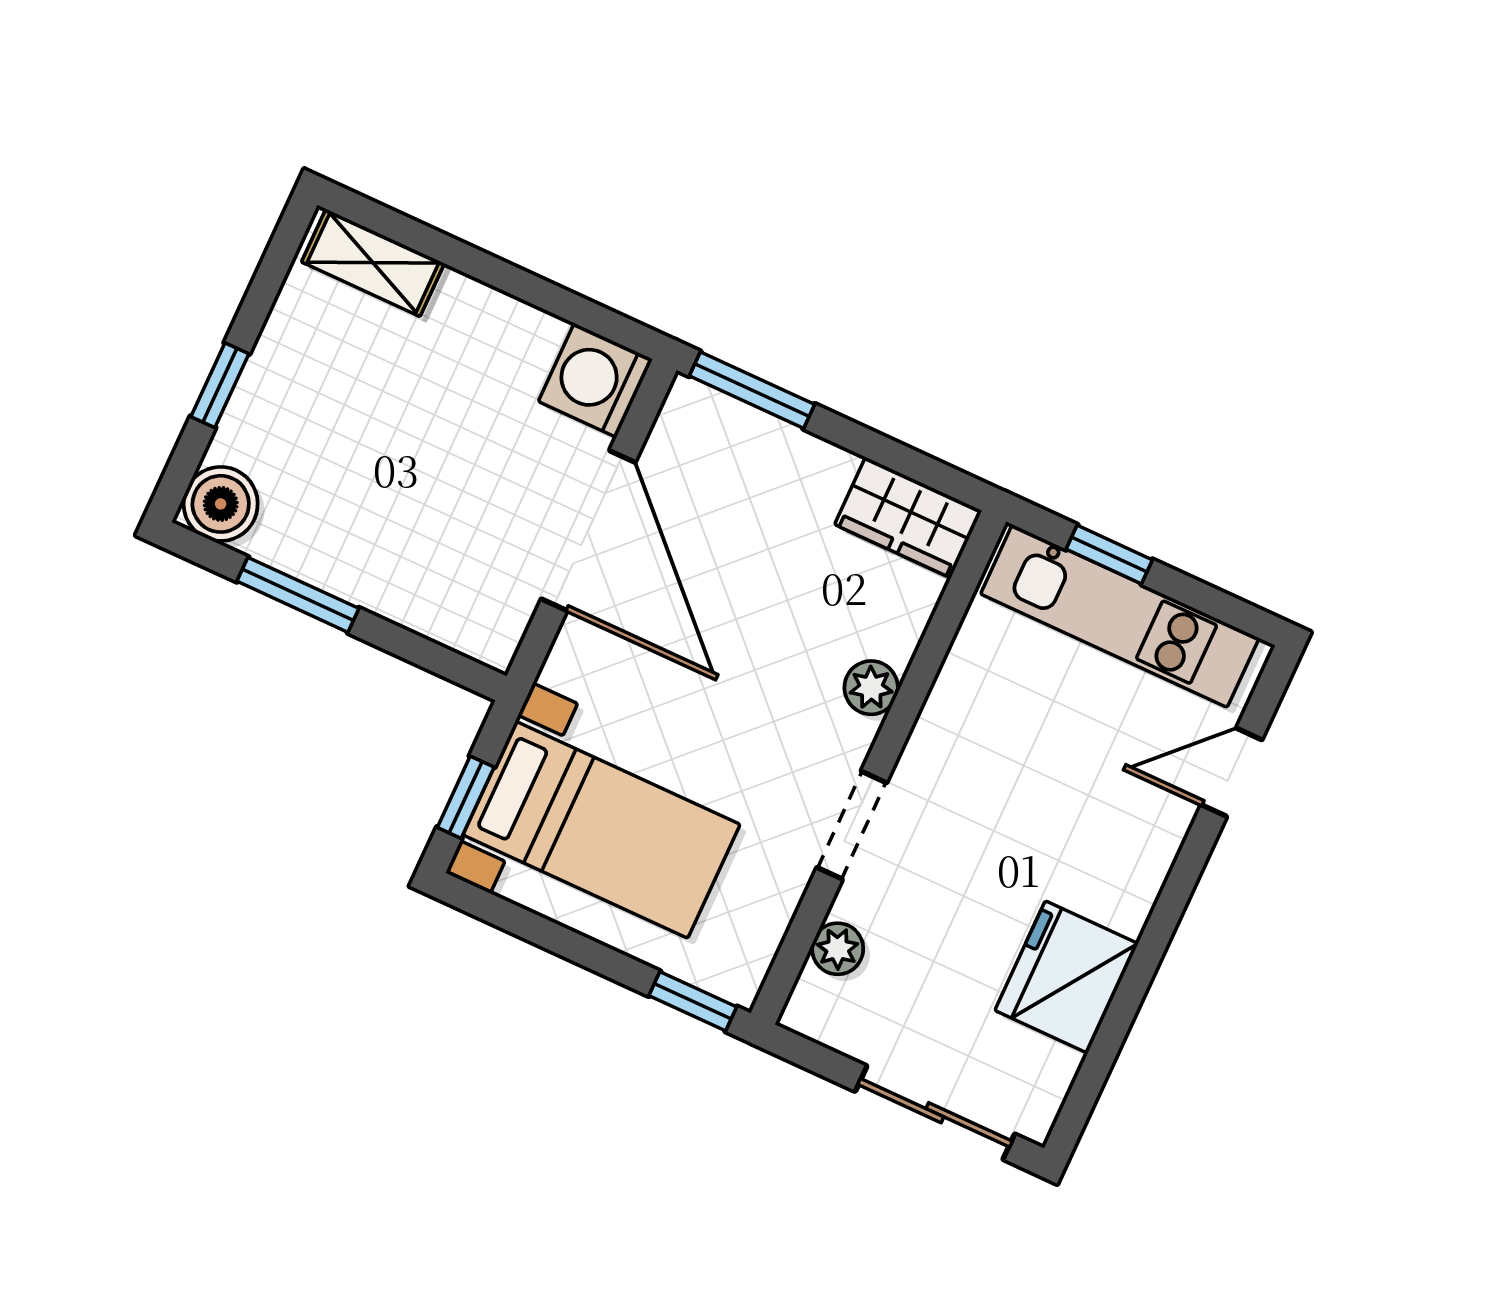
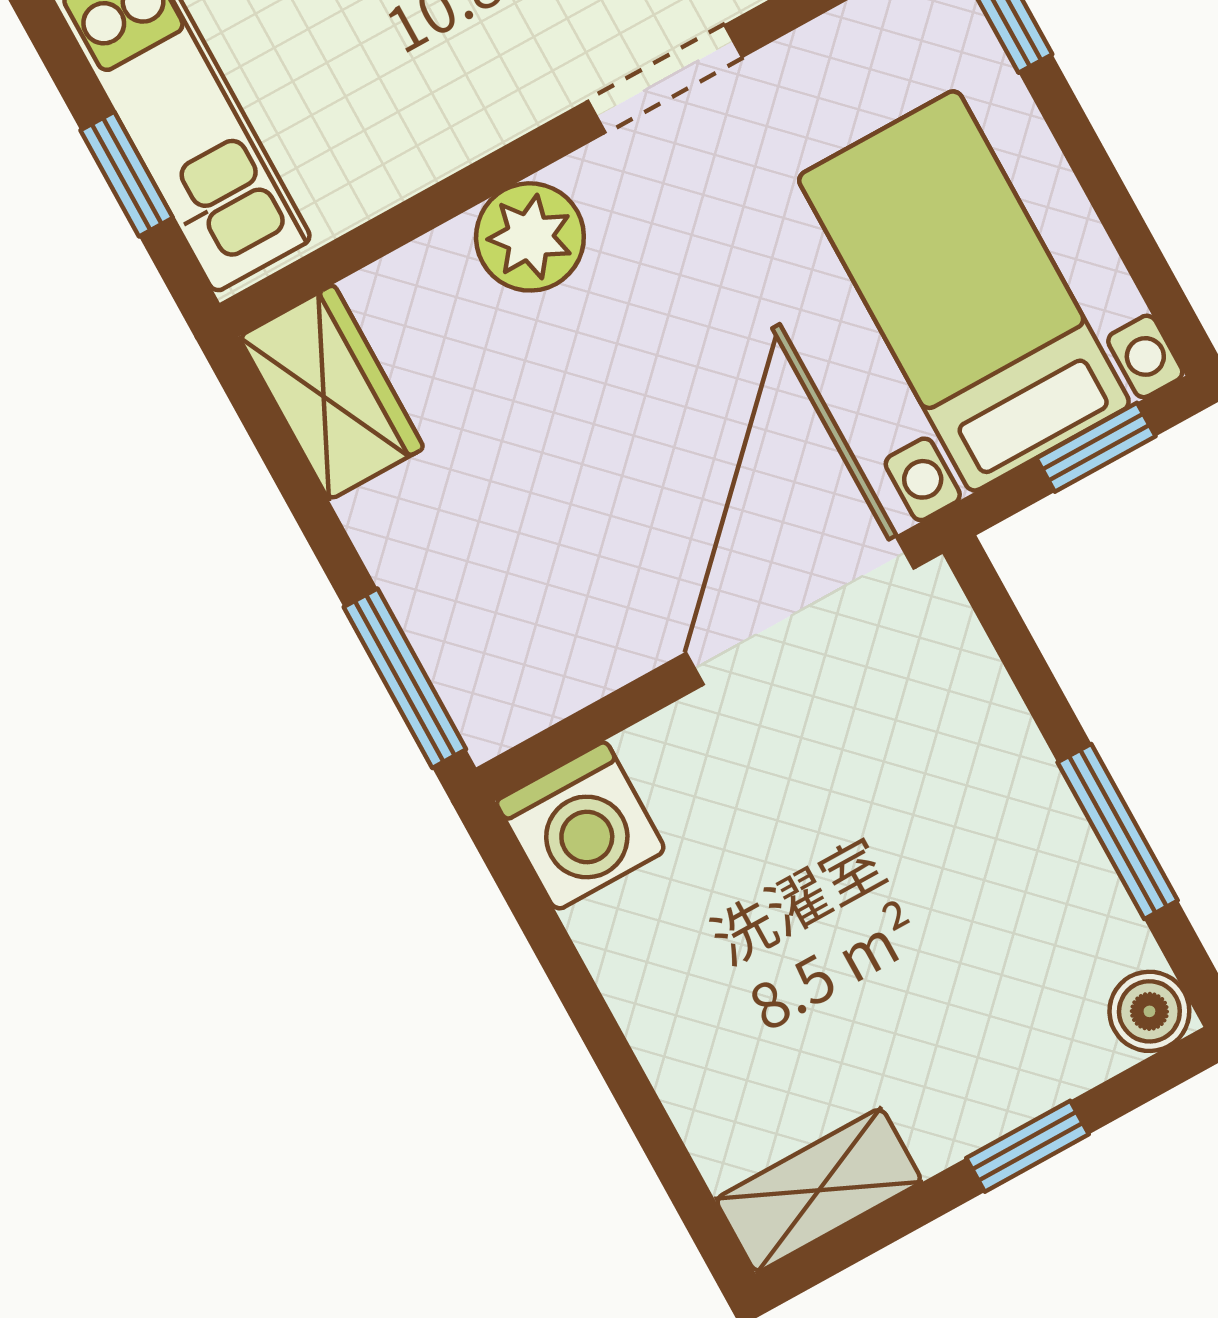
shelving: (373, 263) -> (819, 1190), moved, turned 90
boiler: (221, 504) -> (1149, 1011), width x0.73, depth x0.73
door: (588, 531) -> (800, 611), moved
plant: (871, 688) -> (530, 237), width x1.38, depth x1.38

